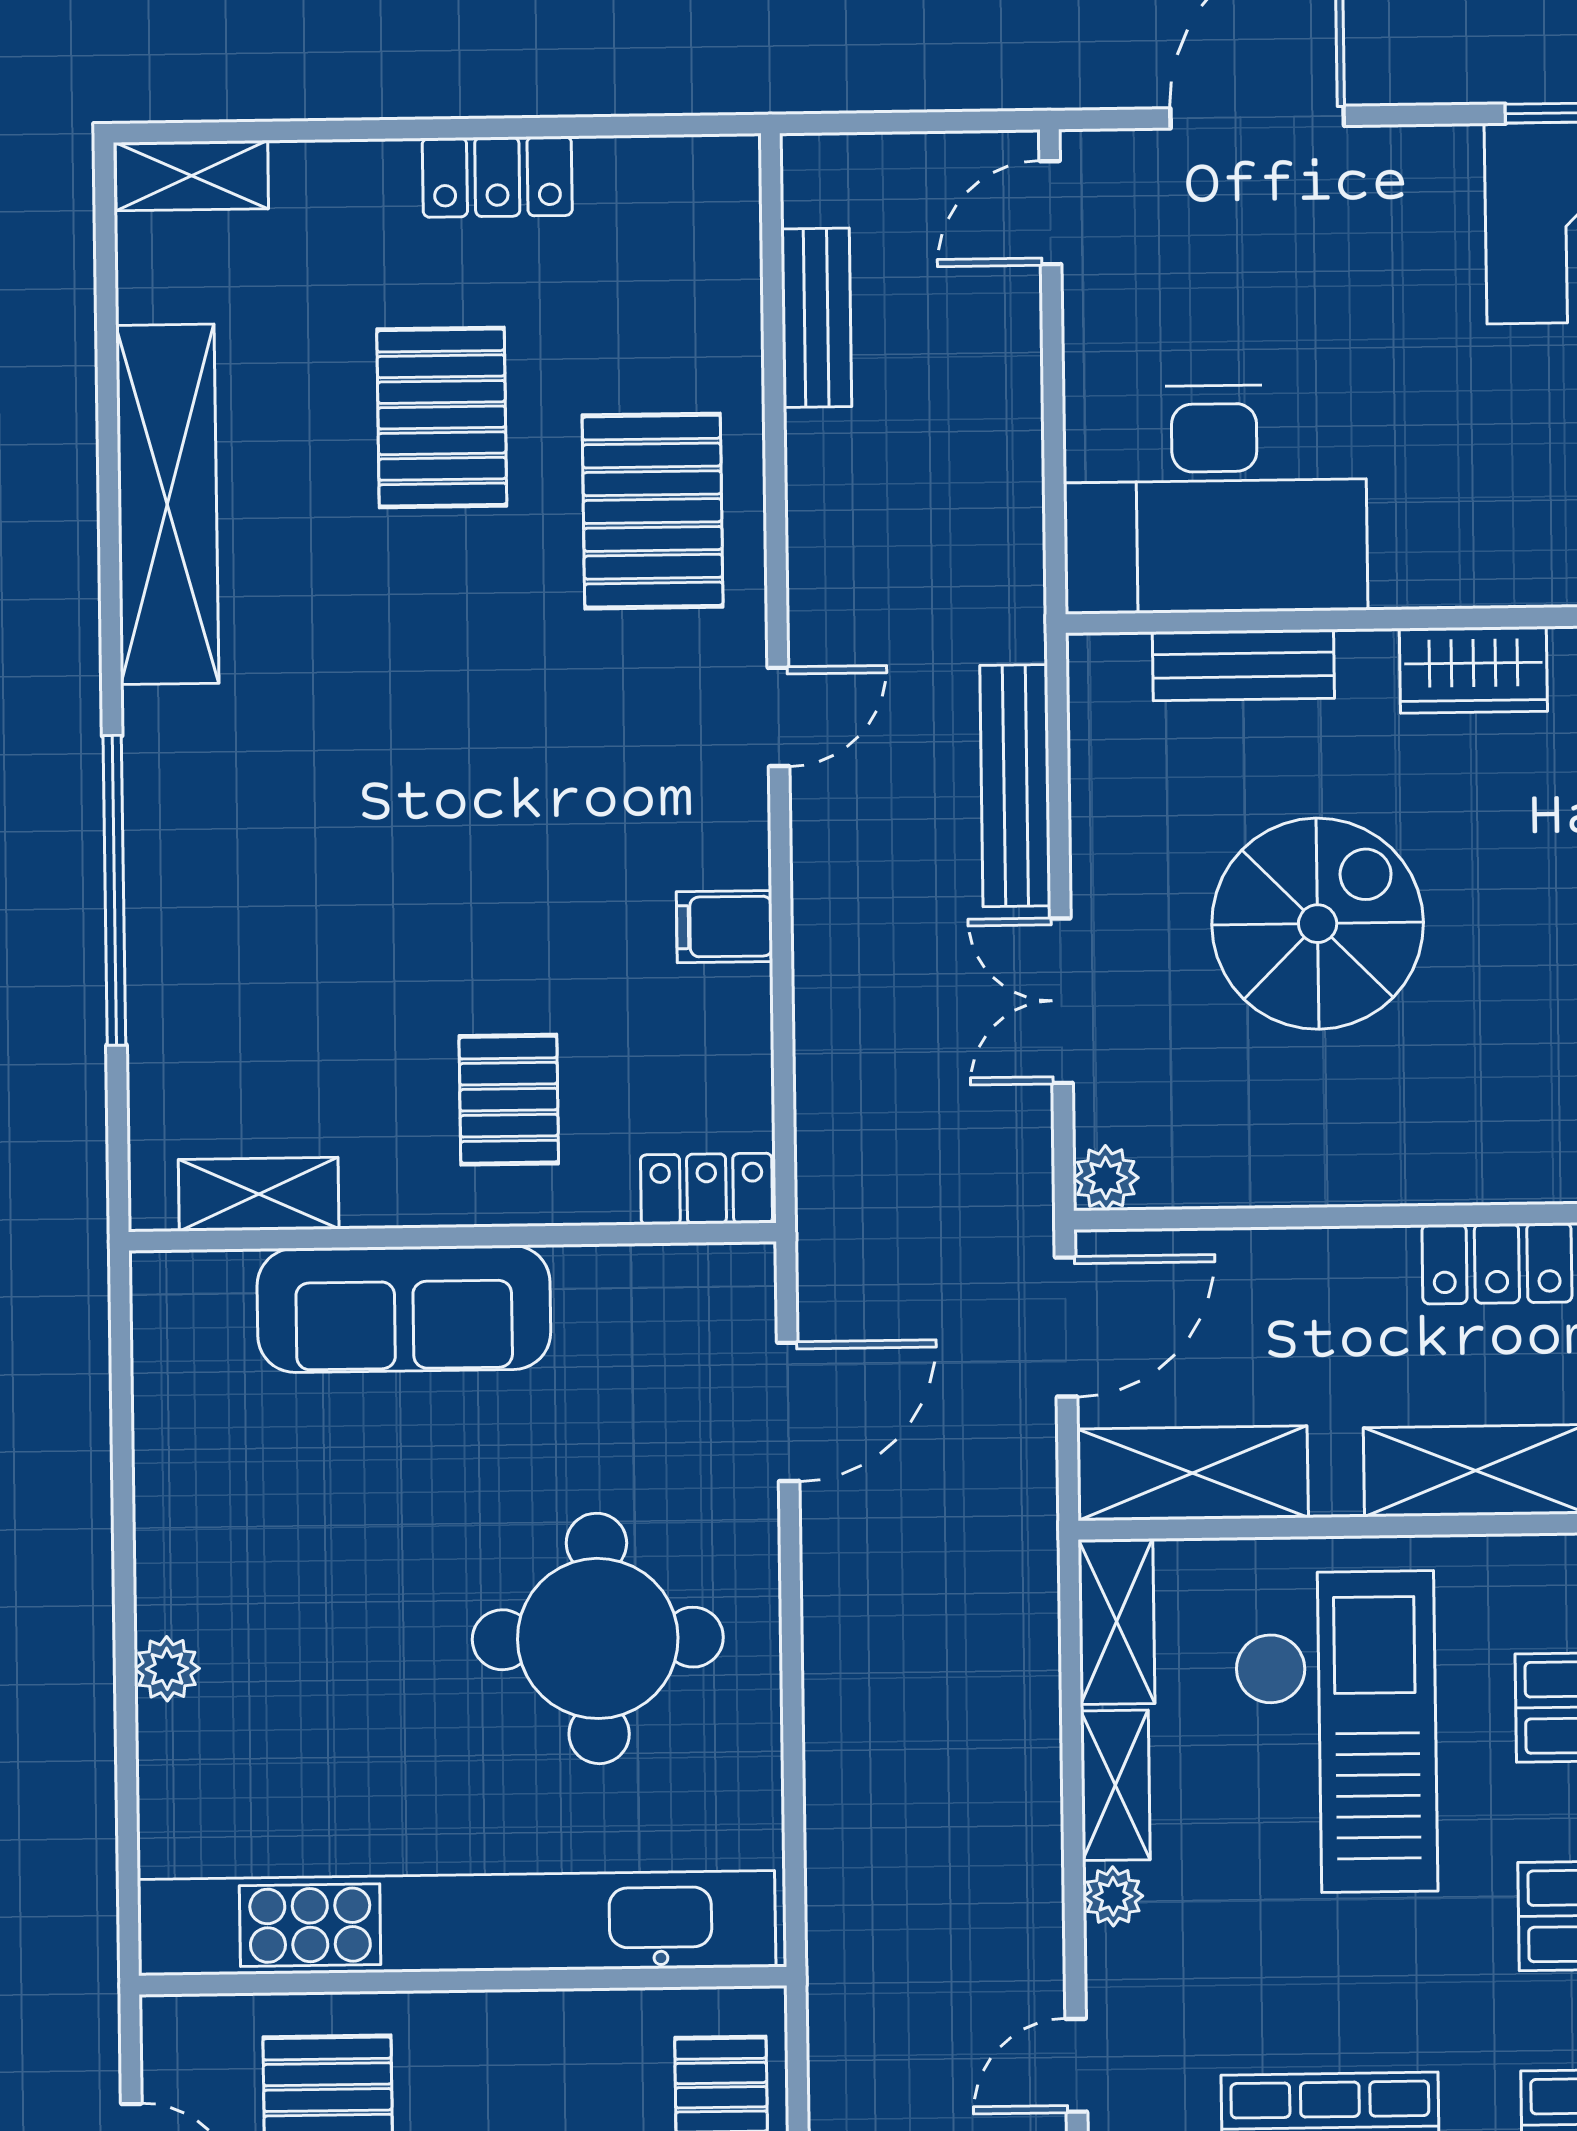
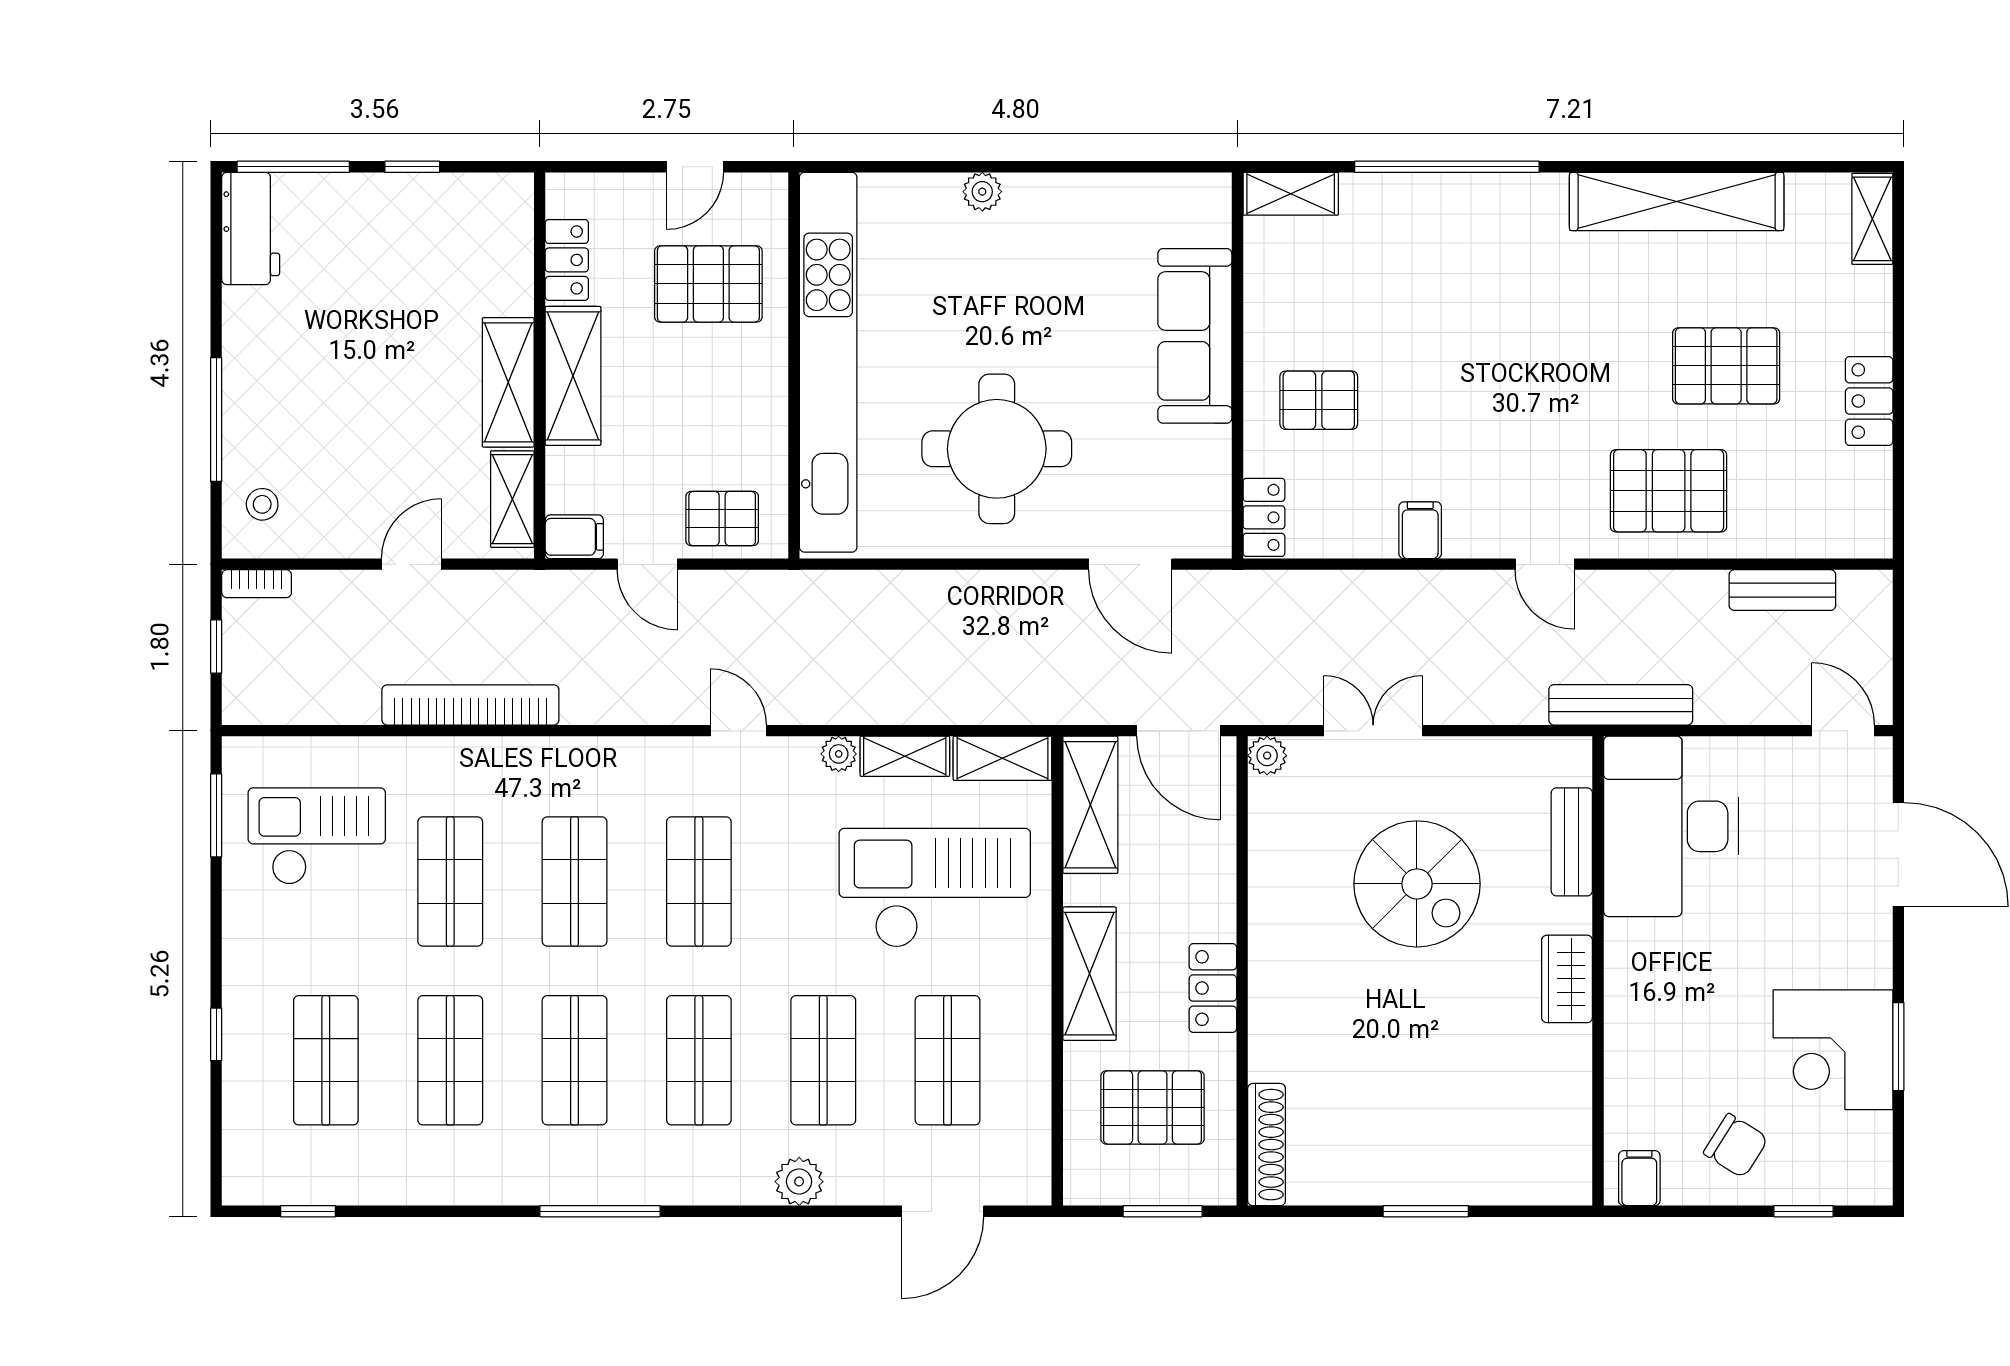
bench: (1015, 786) -> (1621, 705), moved
shelving: (259, 1194) -> (1291, 194), moved, turned 90
checkout: (1336, 1732) -> (935, 888), turned 180

